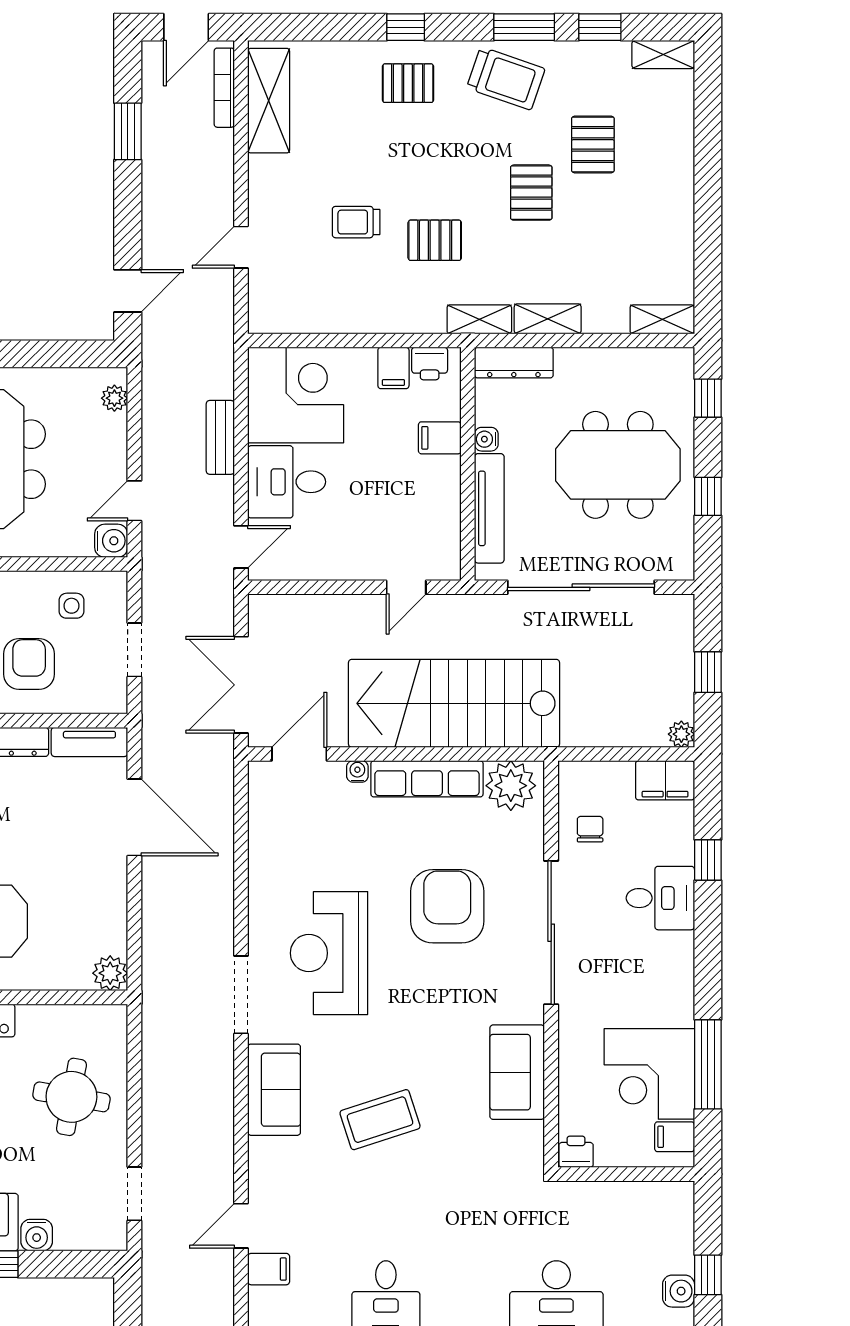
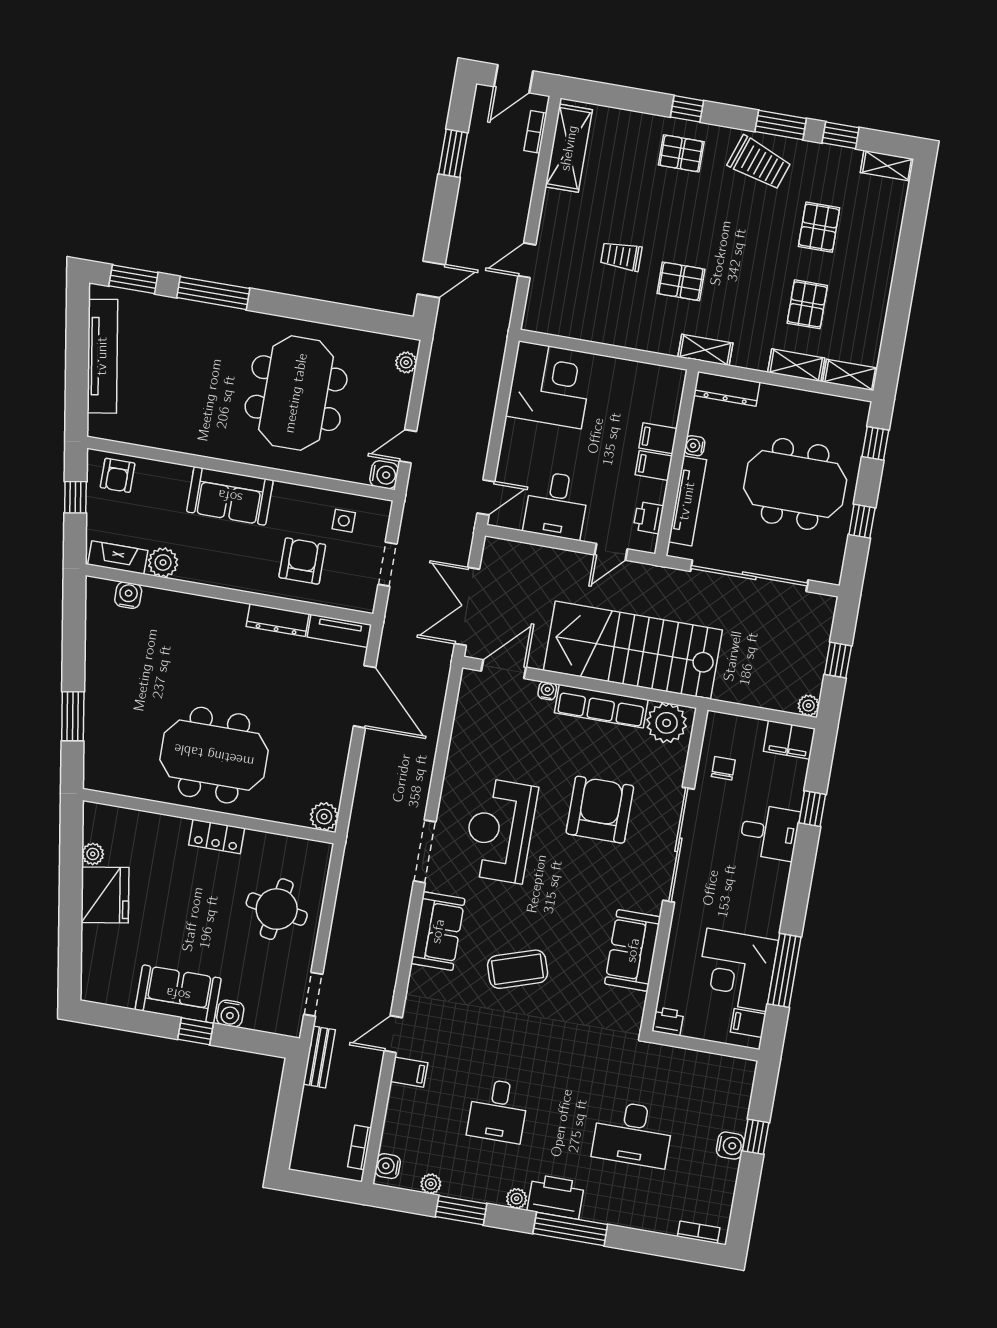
bookcase: (224, 88) -> (535, 132), width x0.64
pallet: (531, 193) -> (807, 304), moved
shelving: (548, 319) -> (796, 365), moved
printer: (430, 363) -> (648, 518), moved, turned 90
filing cabinet: (393, 368) -> (654, 465), moved, turned 90
bench: (220, 437) -> (319, 1057), moved
desk: (287, 482) -> (556, 505), moved, turned -90

